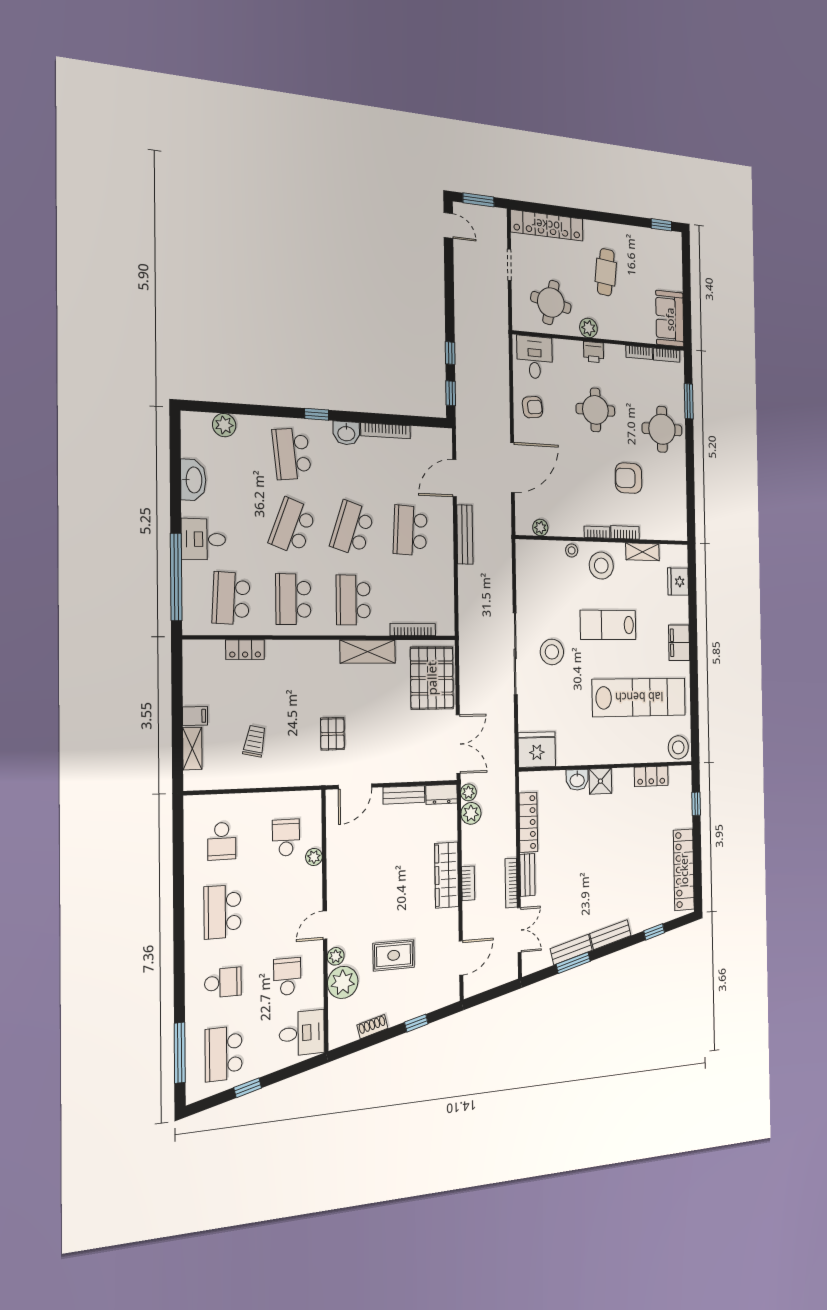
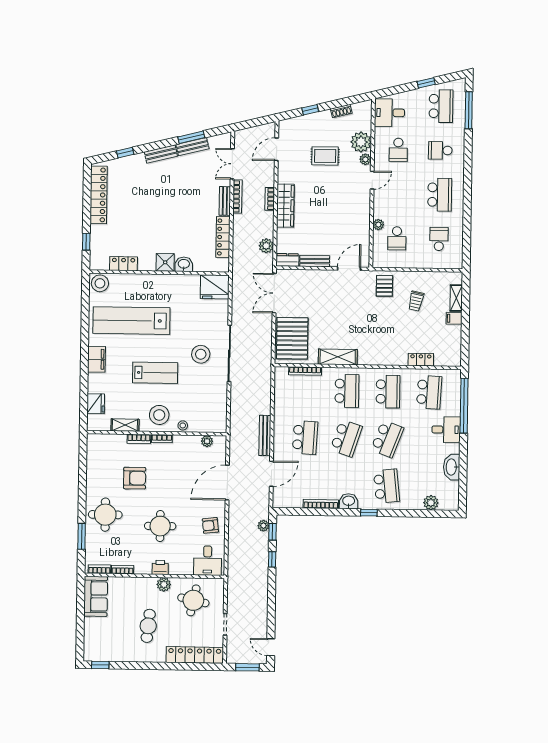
pallet: (332, 734) -> (384, 286), moved
plant: (468, 792) -> (263, 526), moved

